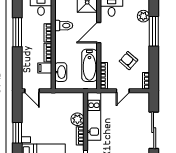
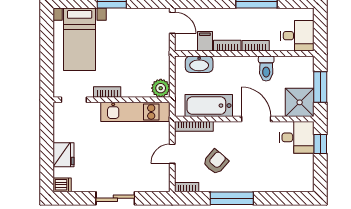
plant: (143, 16) -> (280, 183), removed
window: (154, 31) -> (232, 198), moved
door: (32, 91) -> (172, 23), swing flipped
door: (123, 91) -> (172, 154), hinge flipped
plant: (77, 119) -> (161, 88), moved
sliding door: (154, 130) -> (115, 198), width x0.73

